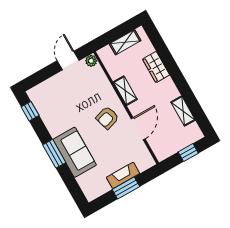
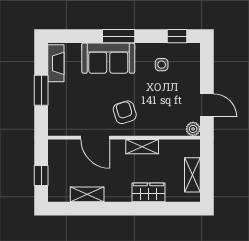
side table: (57, 111) -> (162, 65), added
fireplace: (123, 175) -> (56, 63), moved

